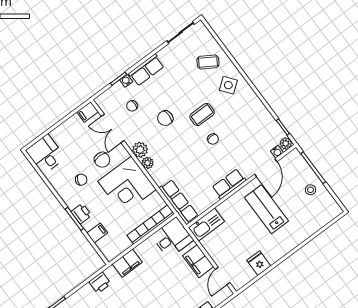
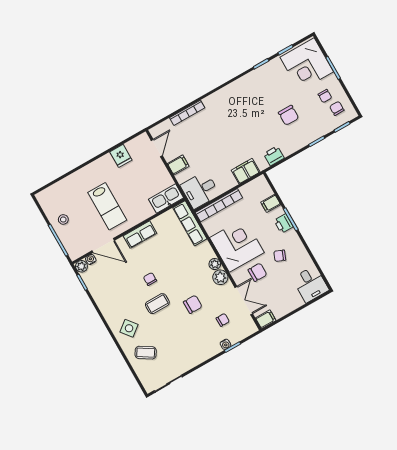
row of seats: (146, 70) -> (205, 352), removed
chair: (102, 160) -> (257, 272), turned 90
door: (266, 168) -> (103, 245), swing flipped
filing cabinet: (198, 261) -> (178, 165), width x0.50

